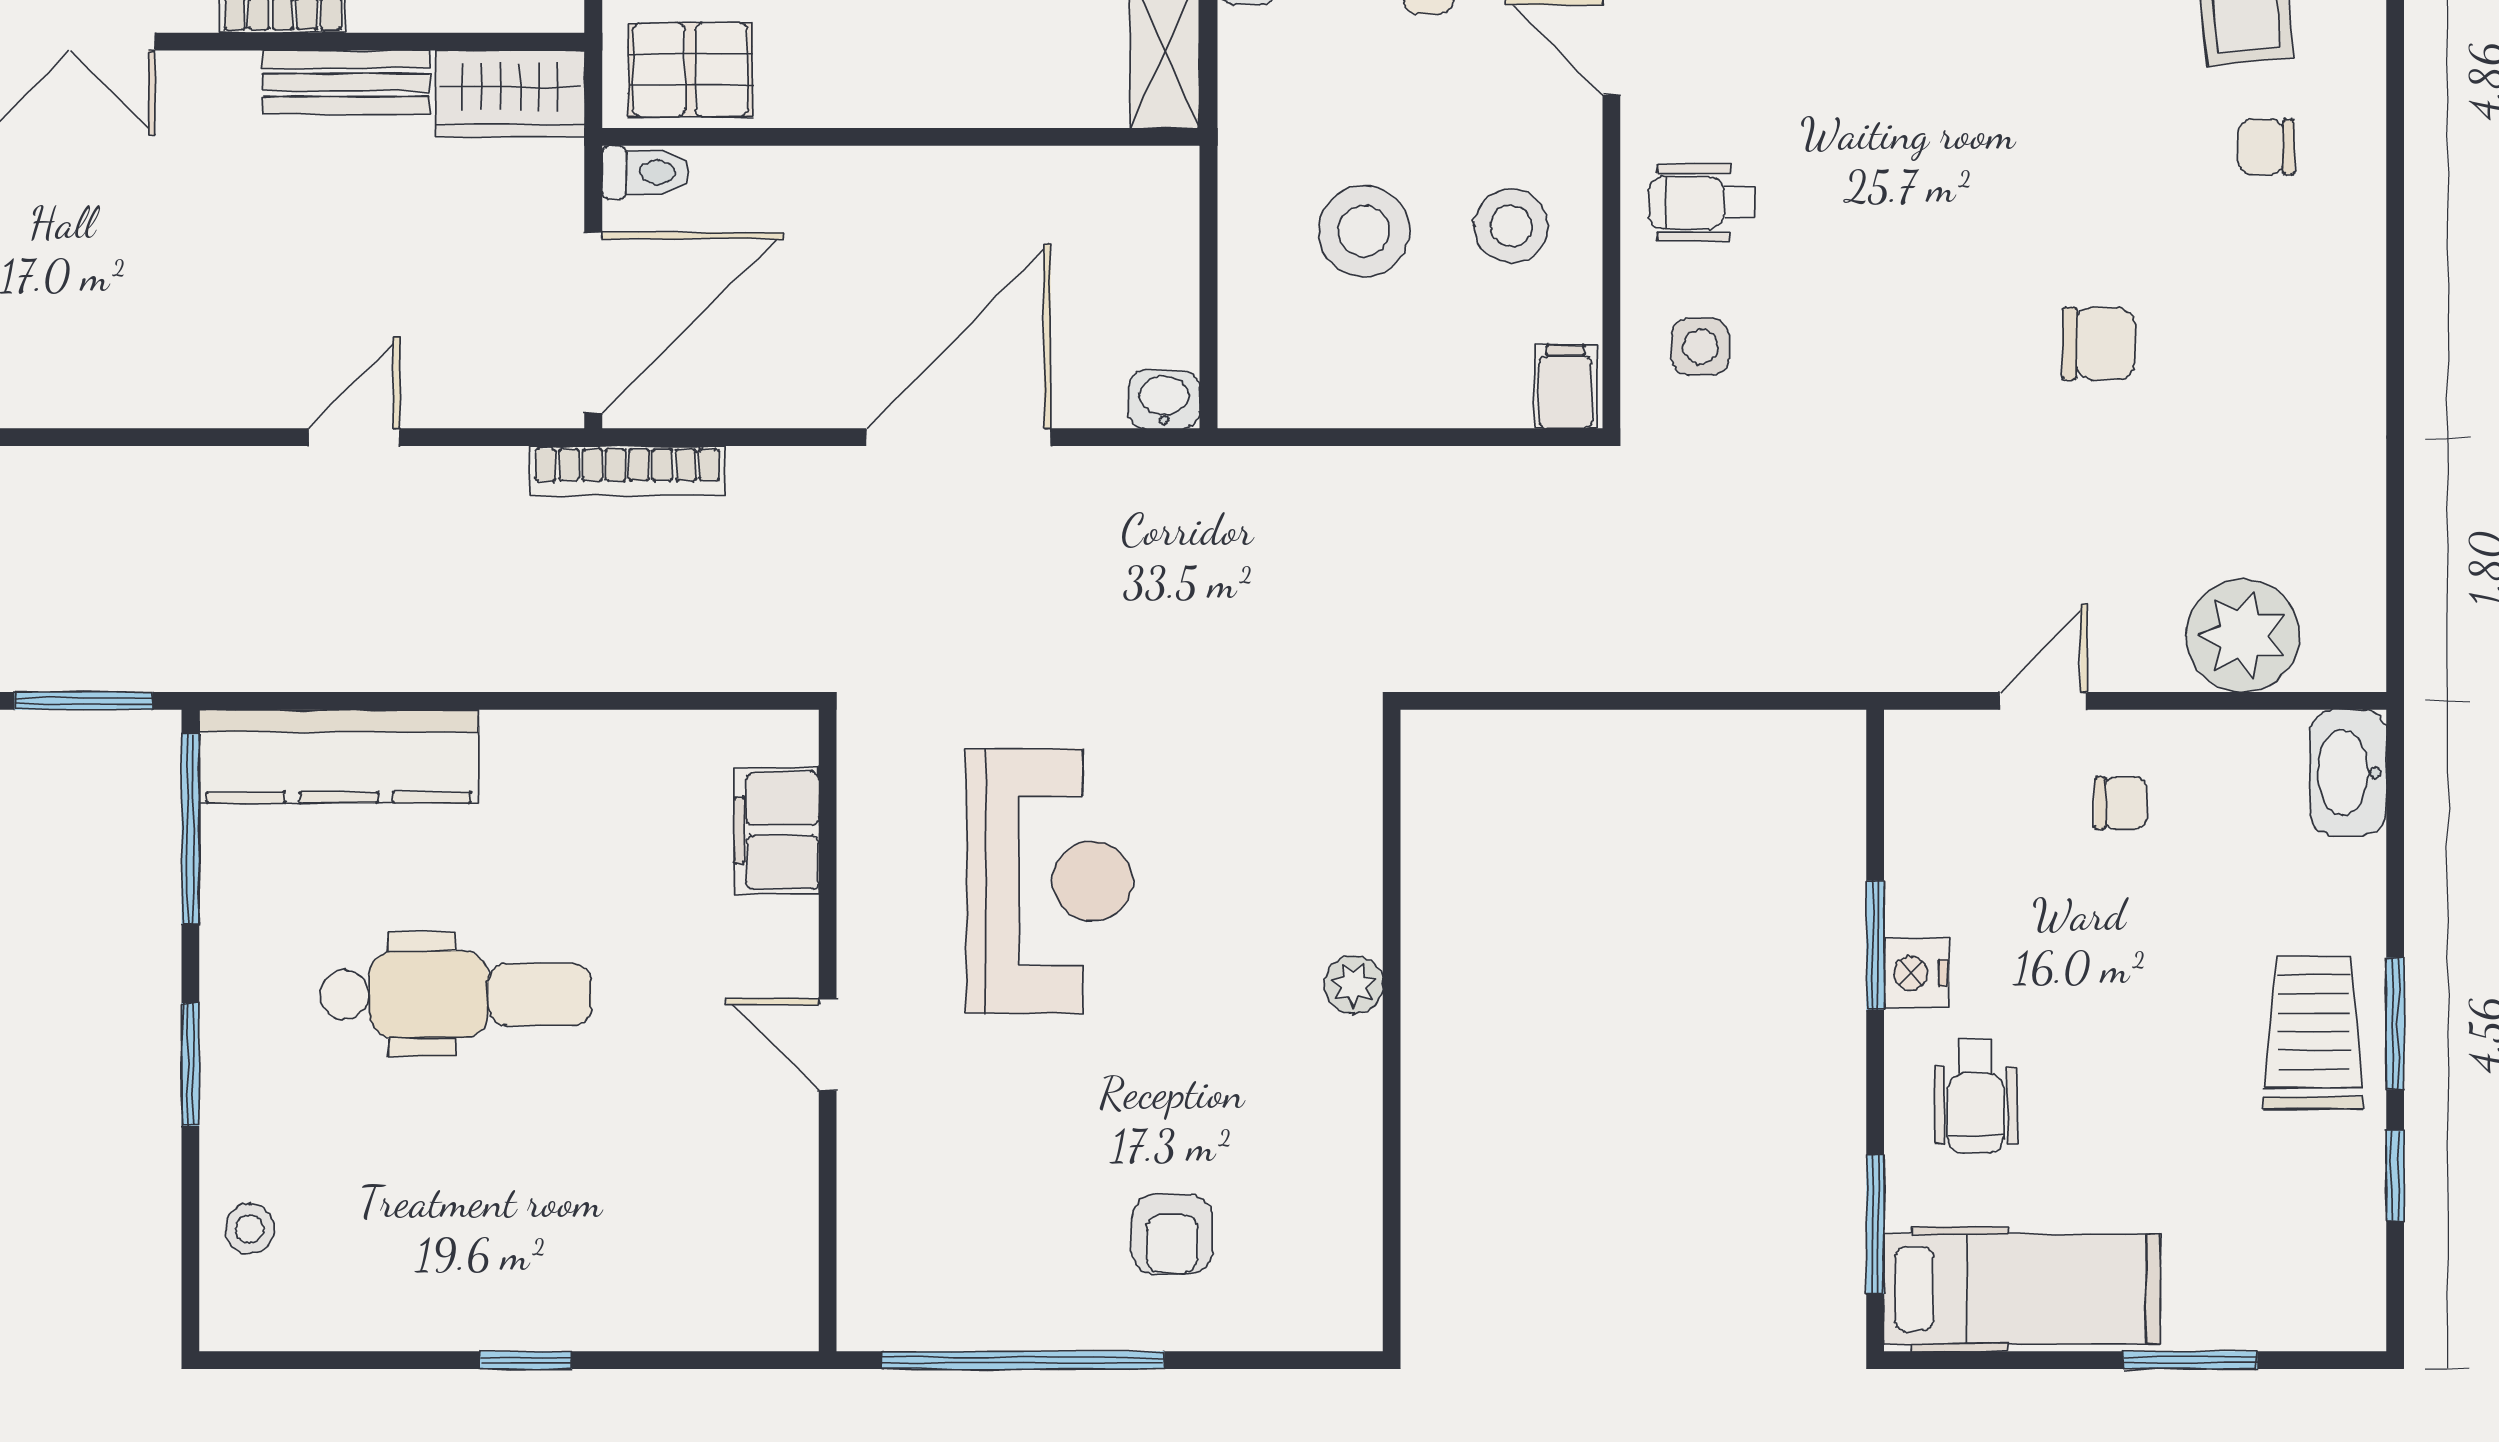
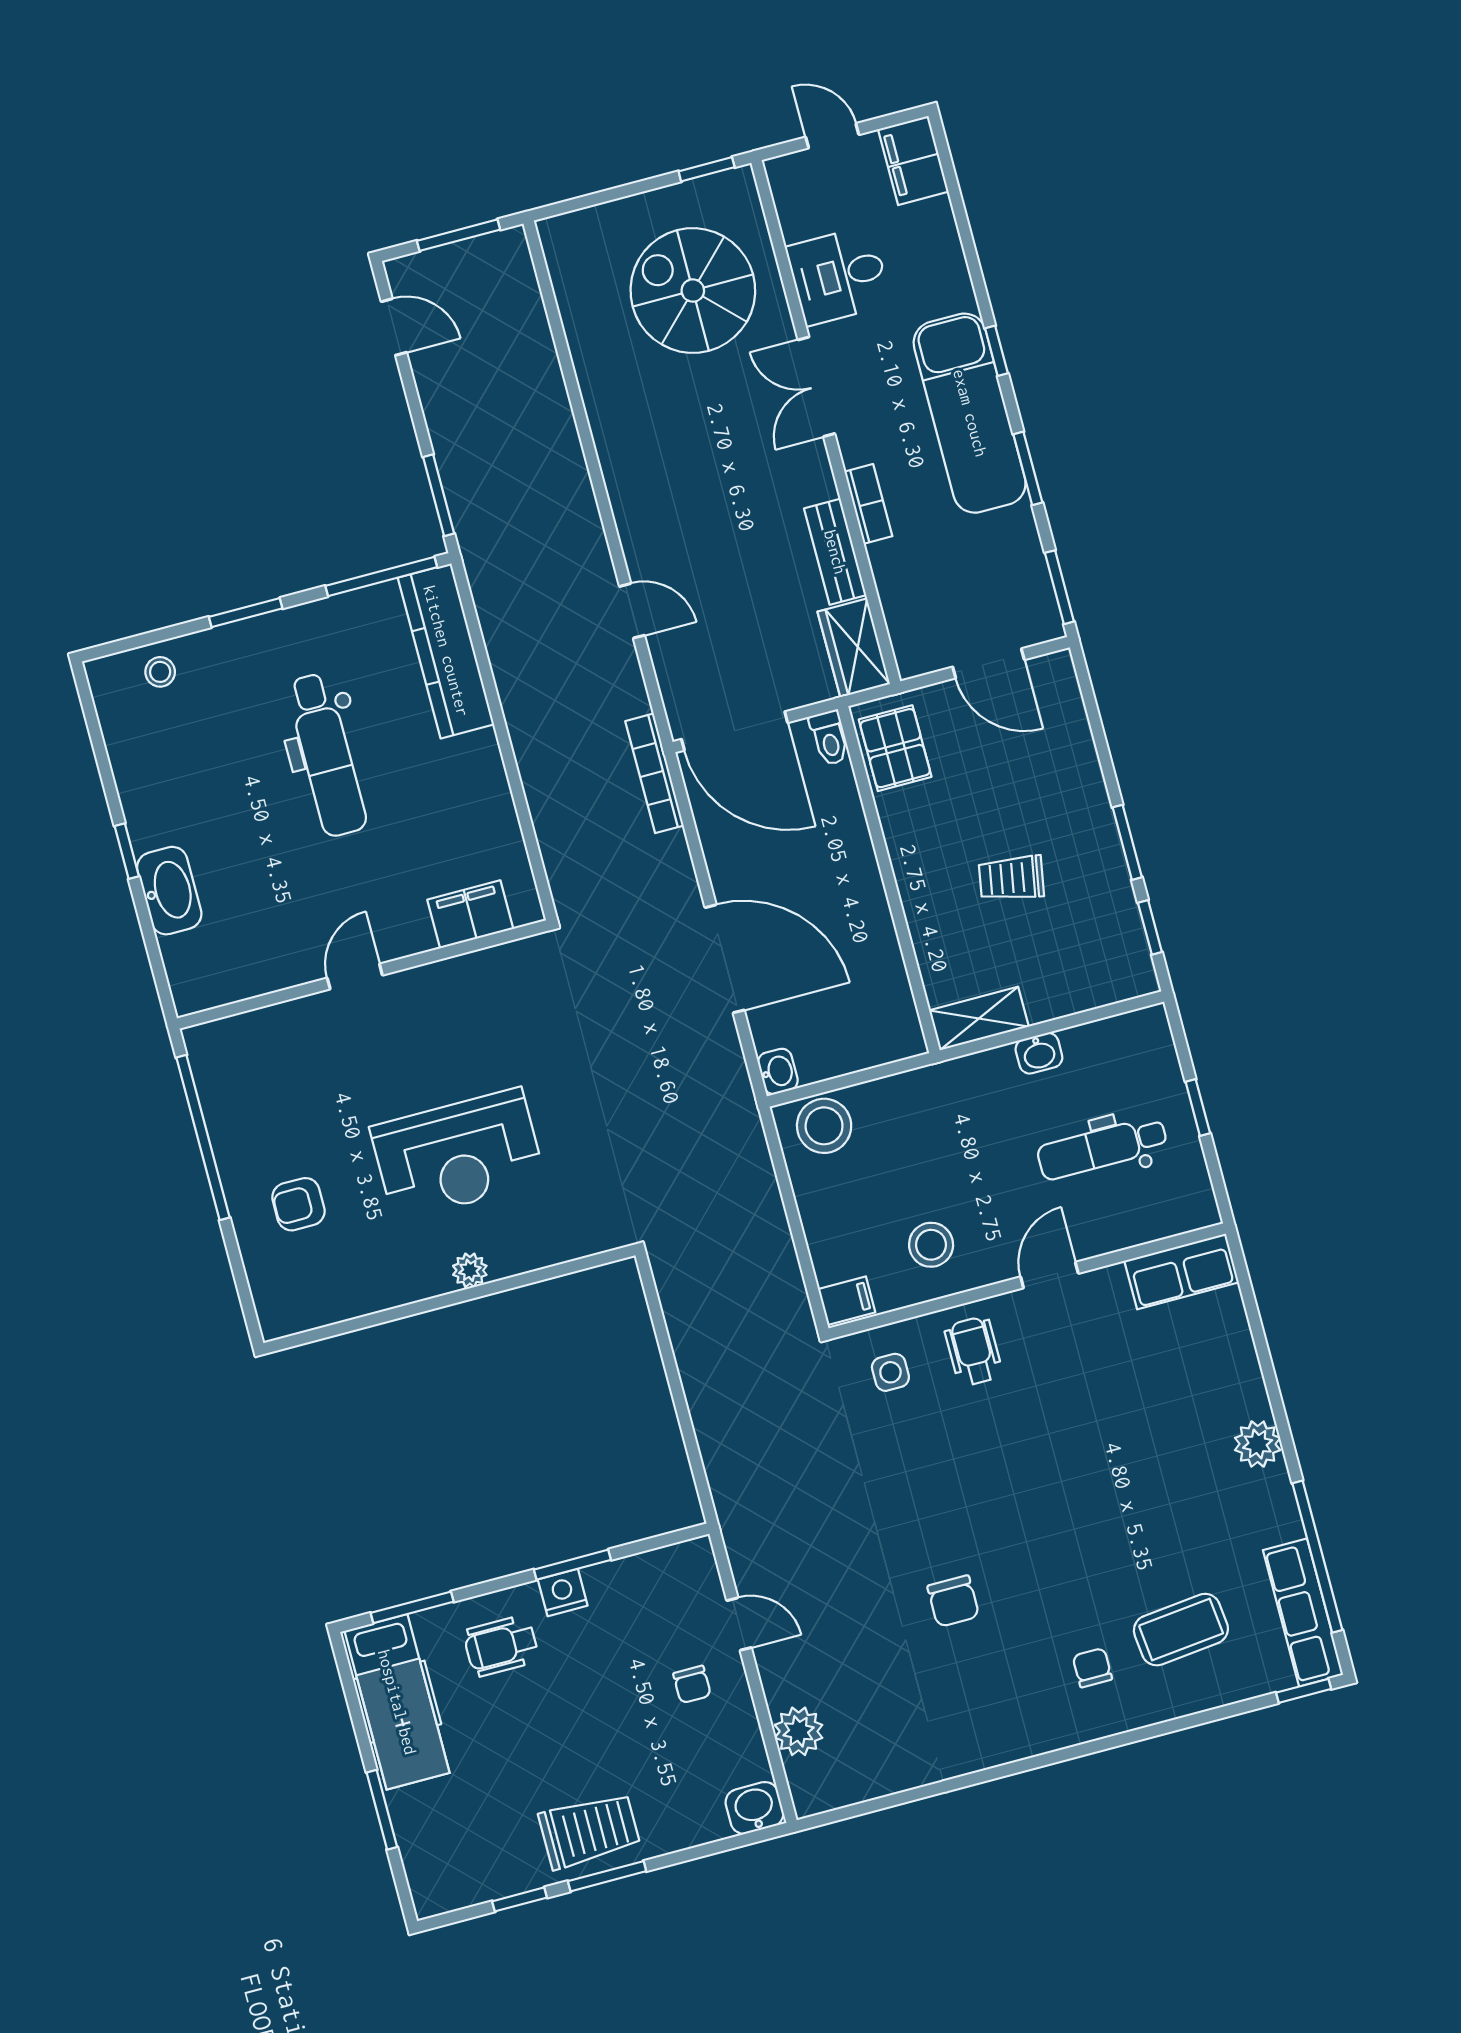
stool: (1364, 231) -> (824, 1126), moved
plant: (2243, 635) -> (799, 1731), width x0.73, depth x0.73
washbasin: (2348, 772) -> (754, 1808), width x0.72
reception desk: (1049, 881) -> (458, 1154), moved
washbasin: (608, 1308) -> (169, 891), added

